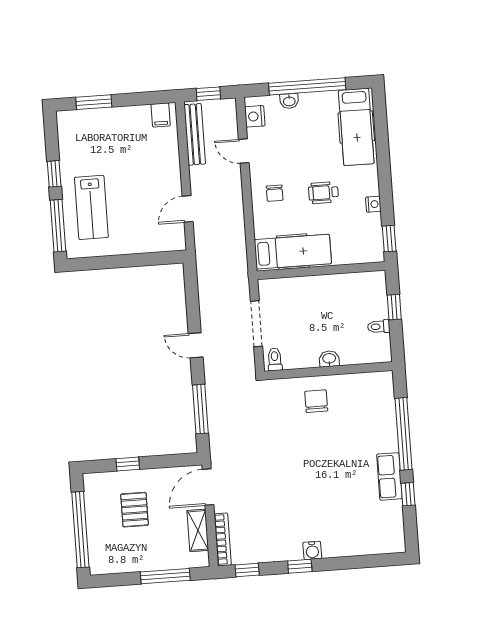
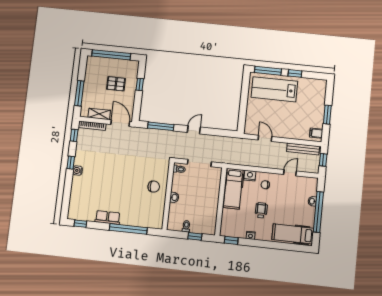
window: (94, 102) -> (327, 115), moved
nightstand: (255, 116) -> (250, 176), moved
lab bench: (91, 207) -> (274, 89), width x1.36, depth x1.39
window: (408, 494) -> (80, 224), moved

